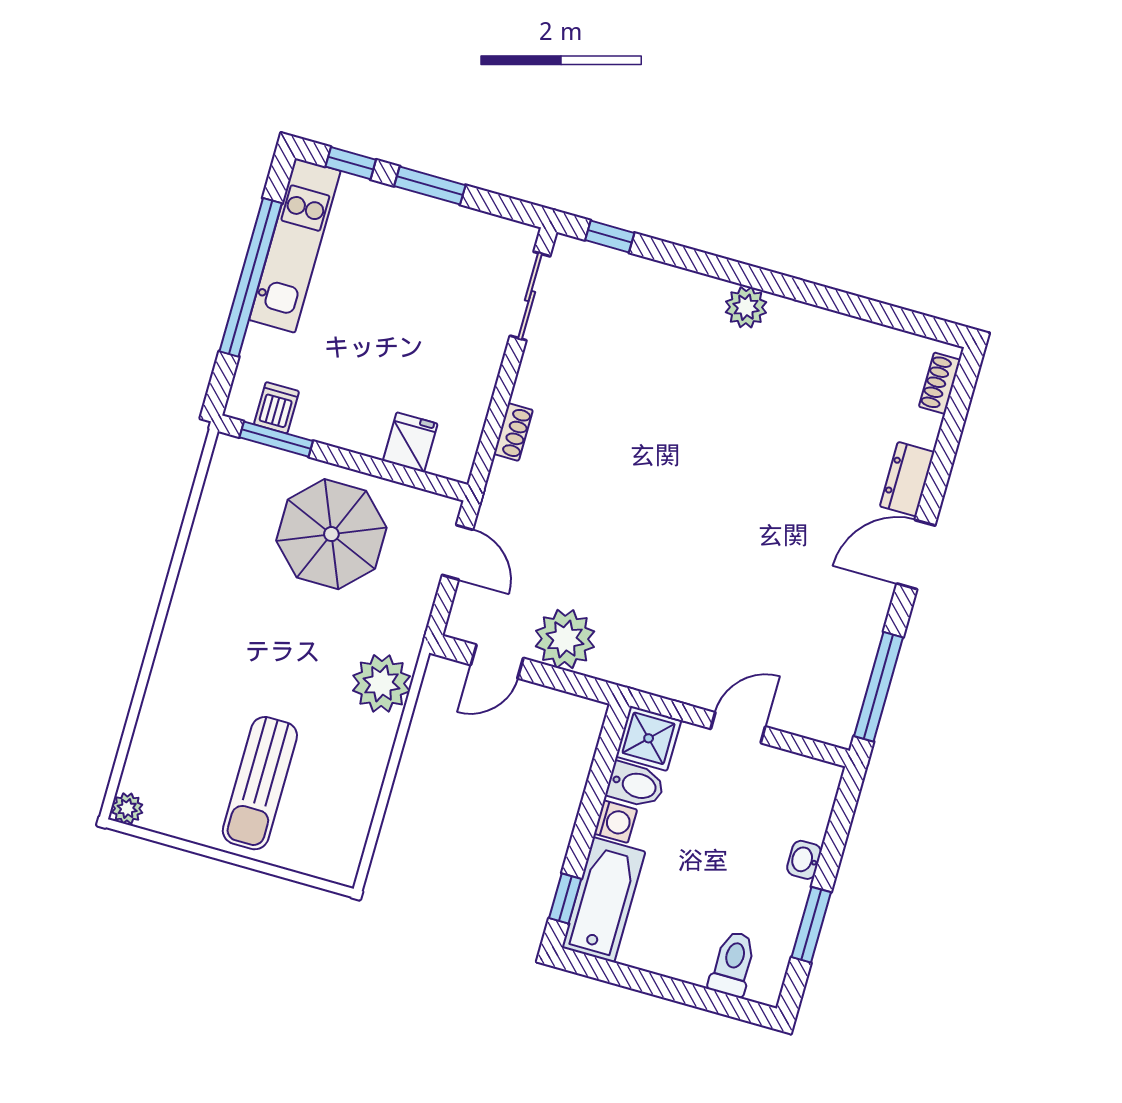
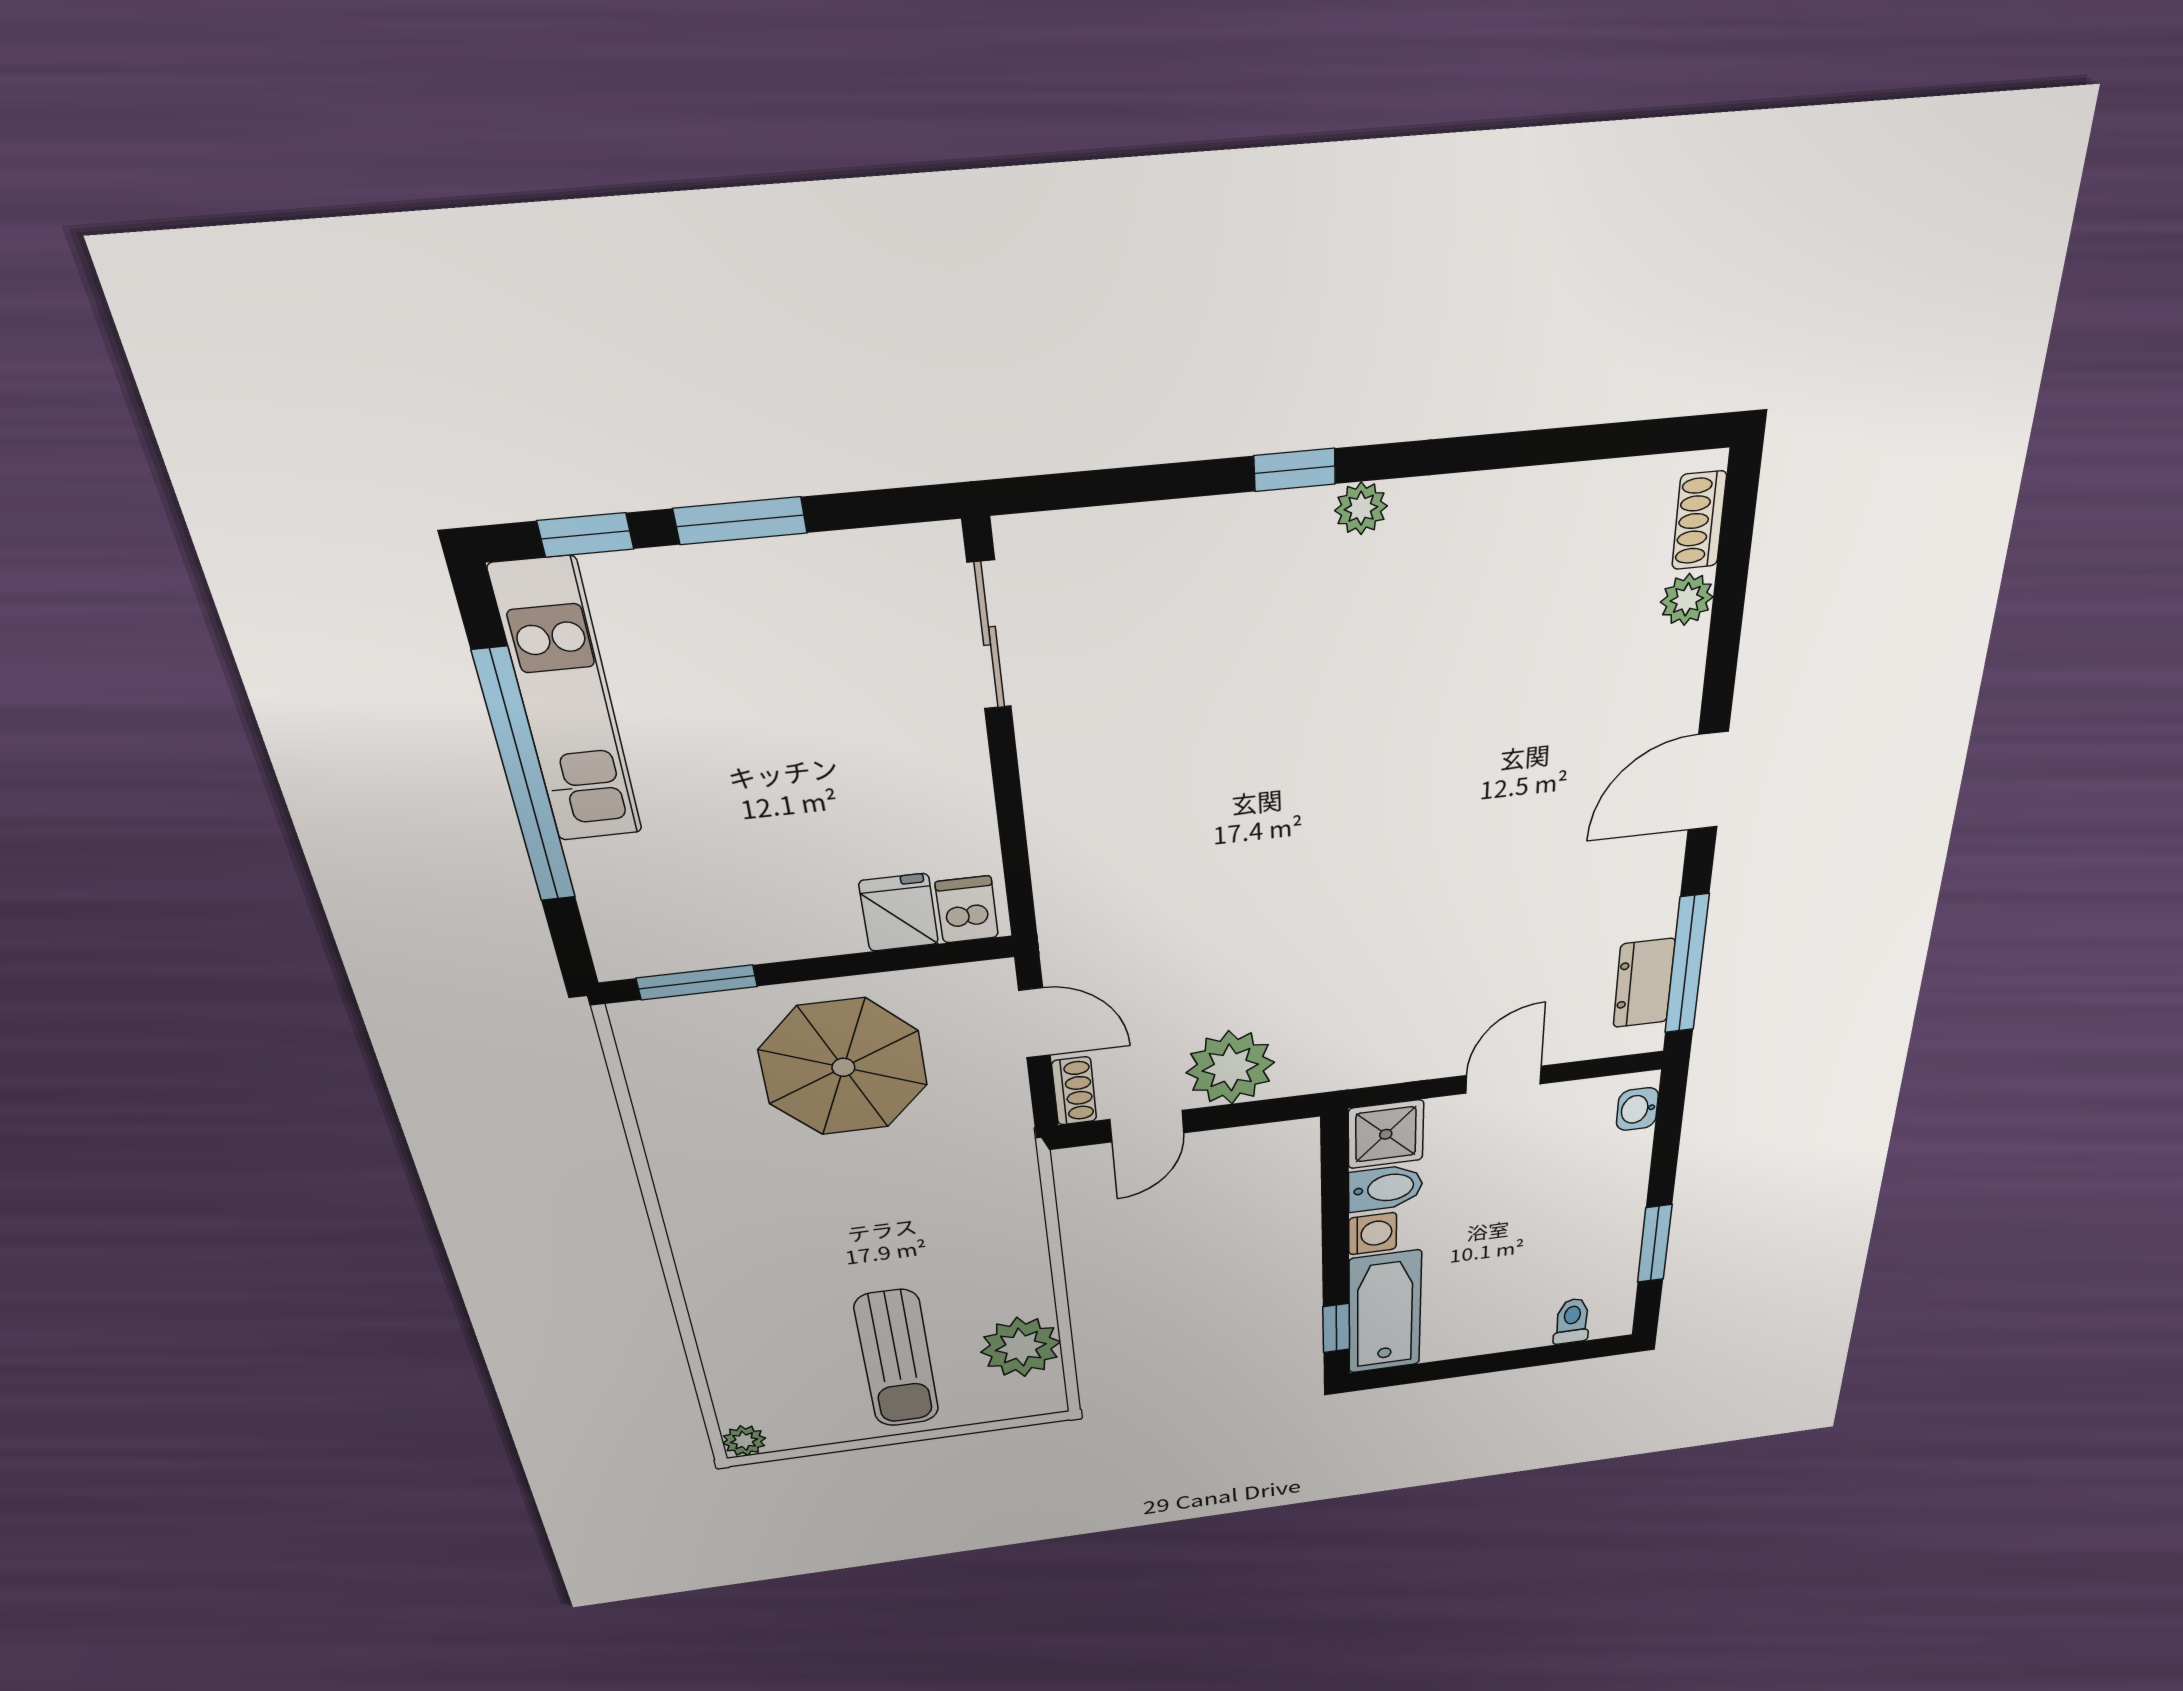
window: (610, 236) -> (1295, 470), moved
plant: (746, 307) -> (1361, 508), width x0.73, depth x0.73
dishwasher: (276, 408) -> (967, 910), moved
plant: (924, 429) -> (1687, 599), added
shoe rack: (513, 432) -> (1074, 1091), moved
dresser: (907, 479) -> (1644, 983), moved
plant: (381, 683) -> (1021, 1347), moved
washbasin: (804, 860) -> (1637, 1109), moved
toilet: (733, 964) -> (1572, 1321), width x0.73, depth x0.72

